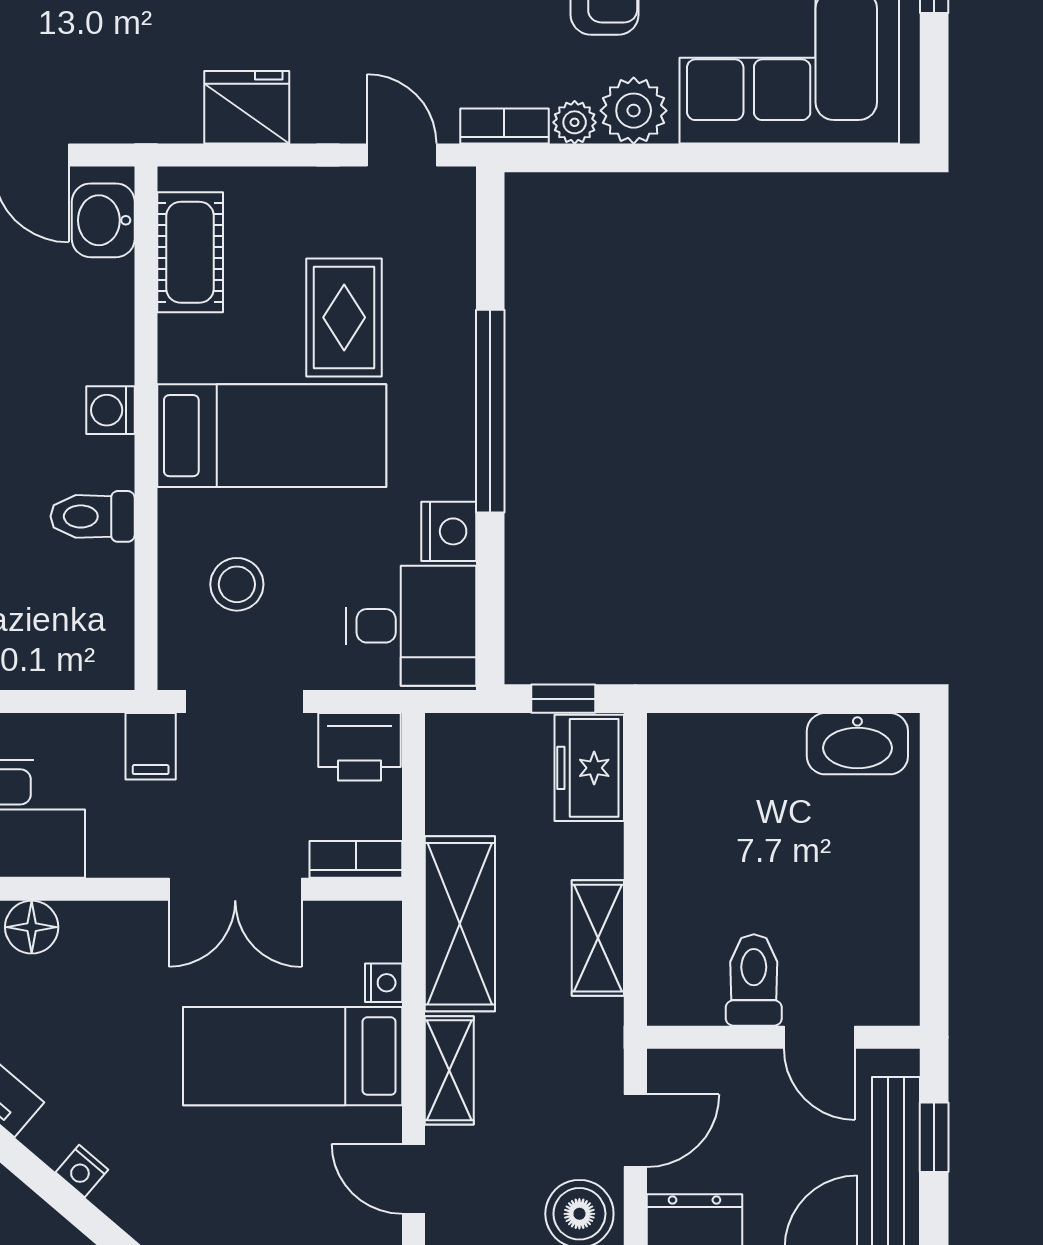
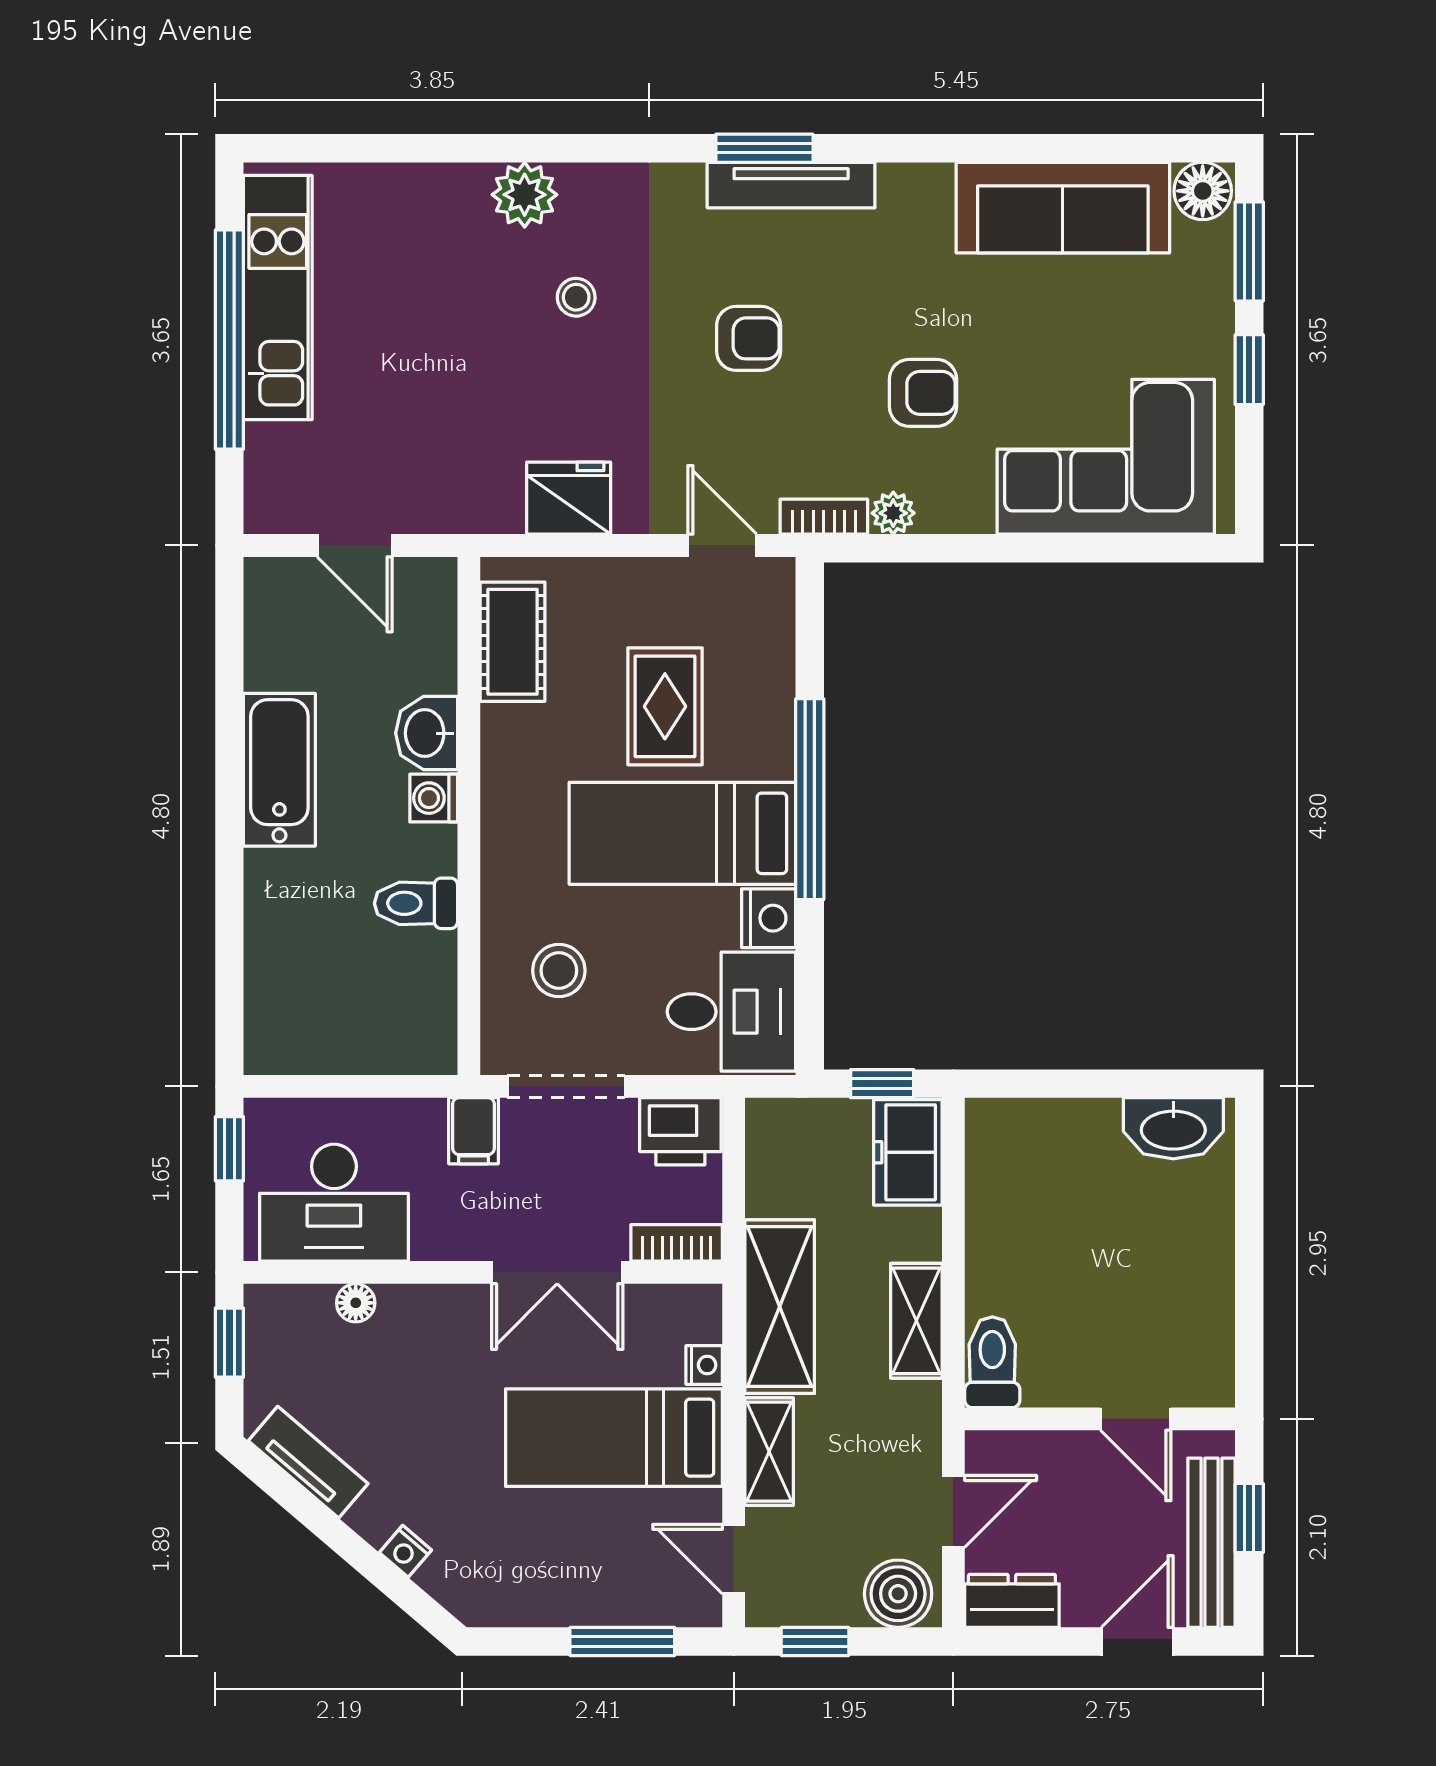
plant: (634, 111) -> (952, 501), removed
washbasin: (103, 220) -> (427, 733), moved
bed: (272, 436) -> (682, 833), moved, turned 180
floor lamp: (32, 927) -> (356, 1303), width x0.73, depth x0.73
toilet: (754, 980) -> (992, 1362), moved

